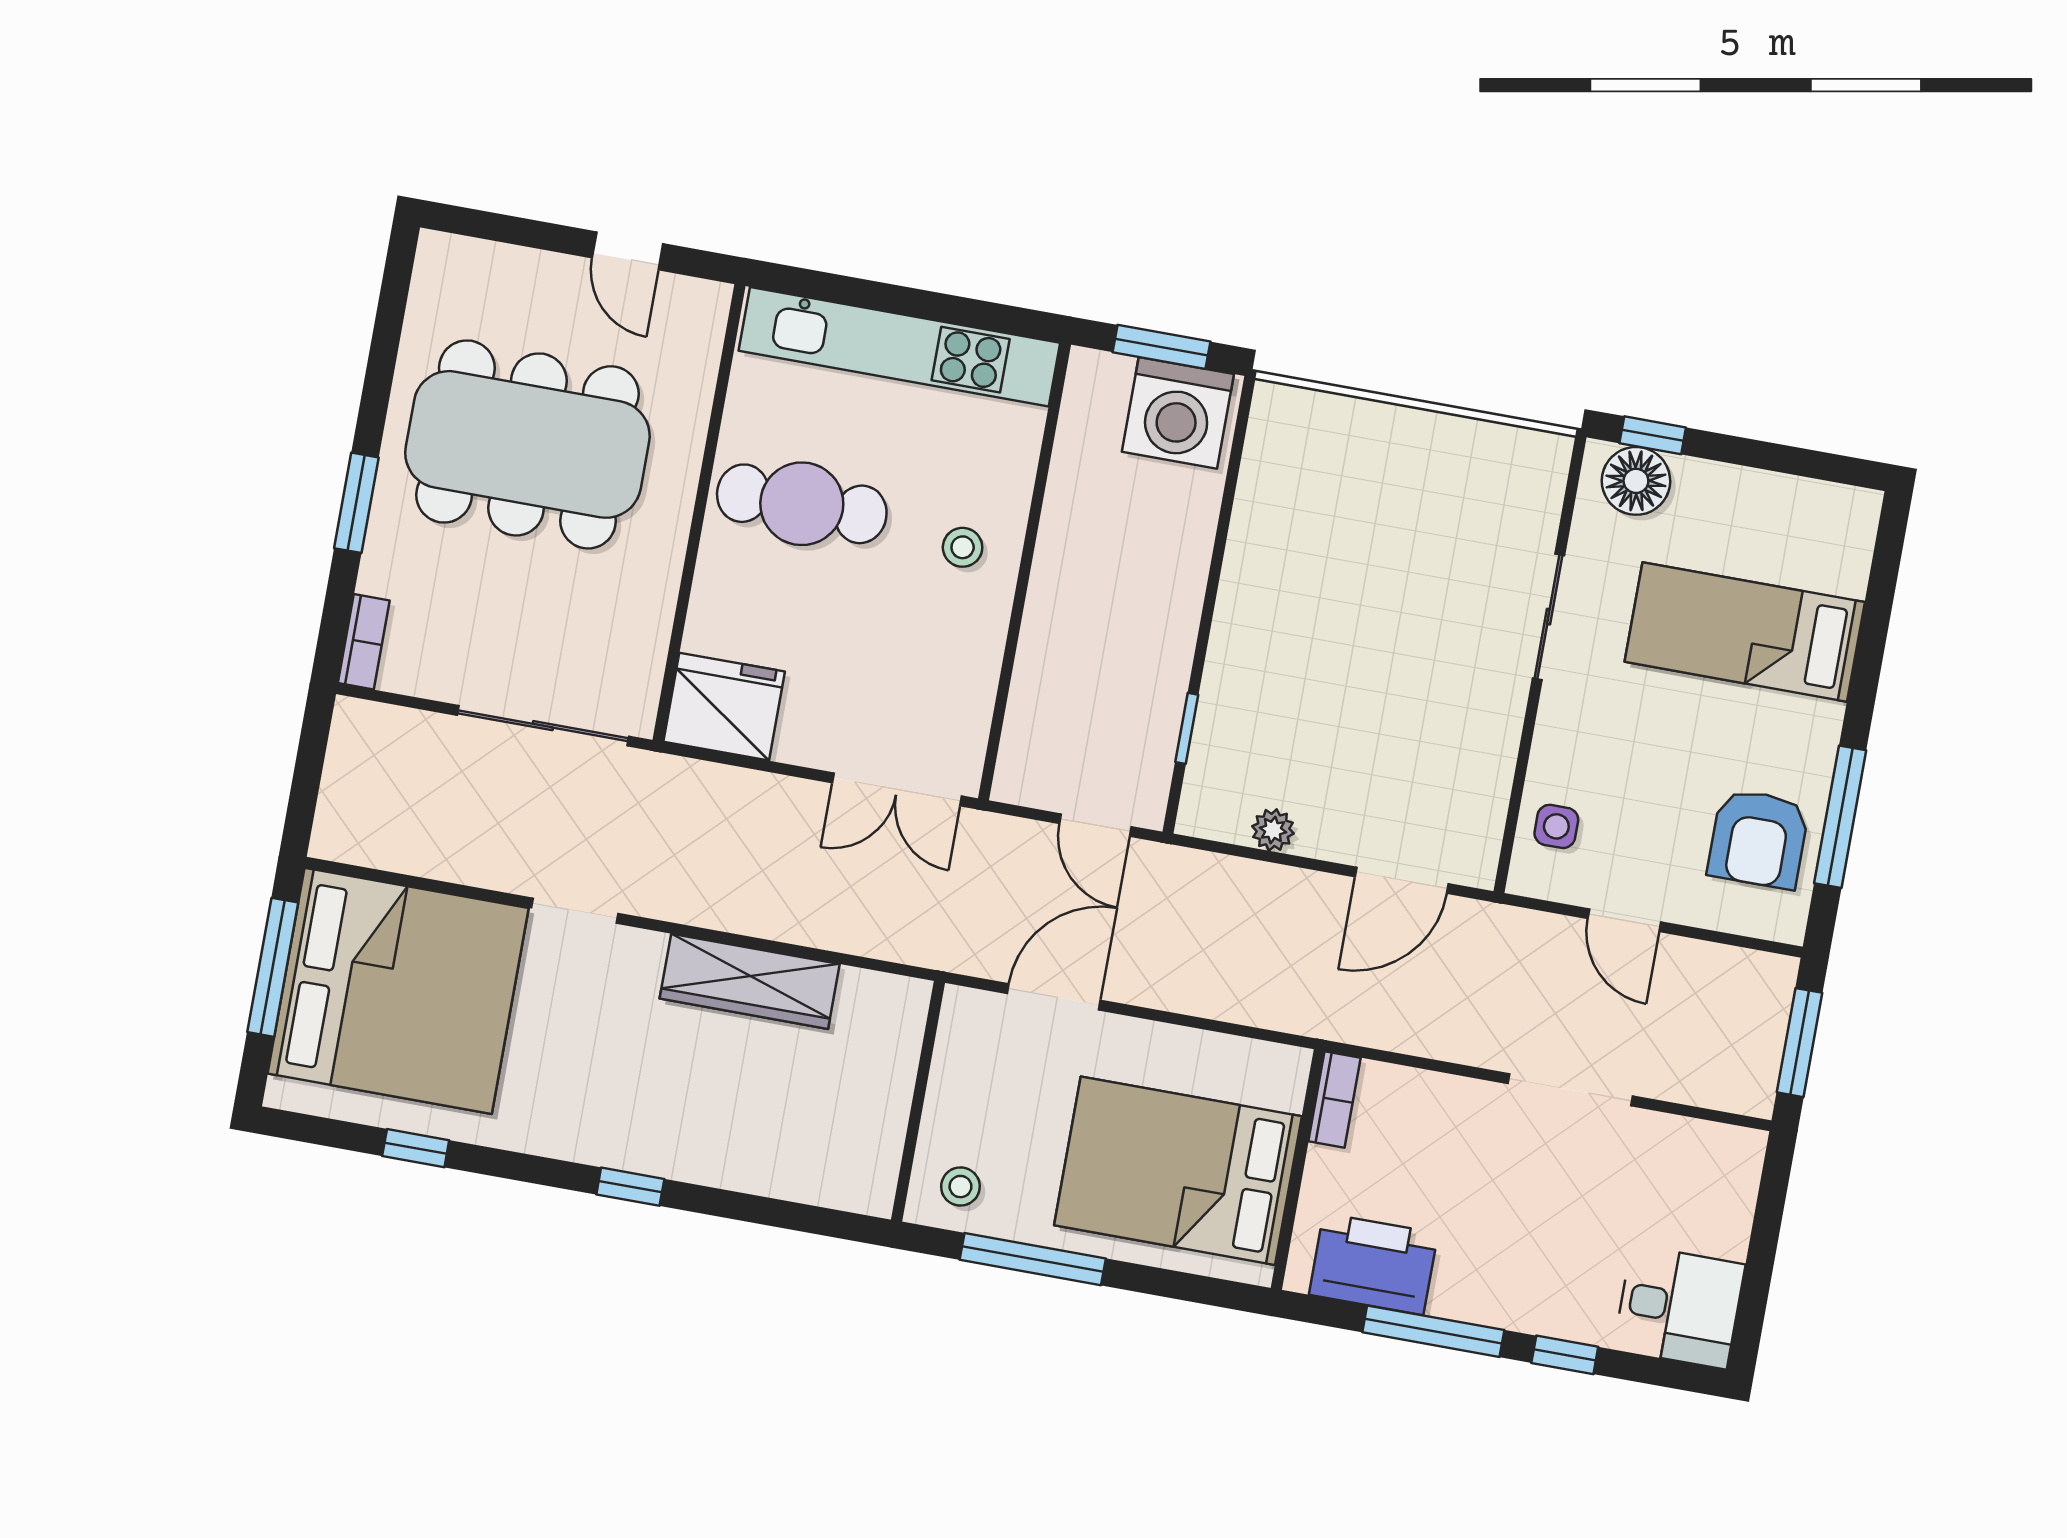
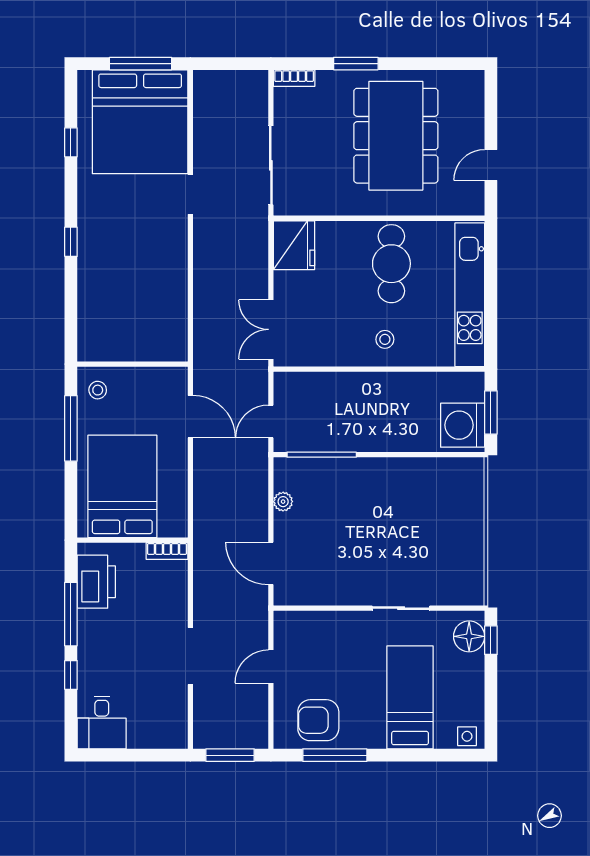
window: (1187, 728) -> (322, 455), width x2.17
side table: (1556, 826) -> (467, 736), moved
wardrobe: (750, 981) -> (173, 279), removed

